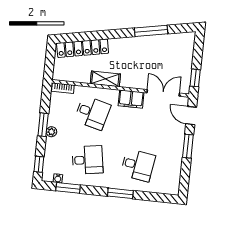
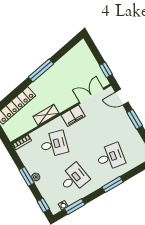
window: (151, 31) -> (41, 70), moved

